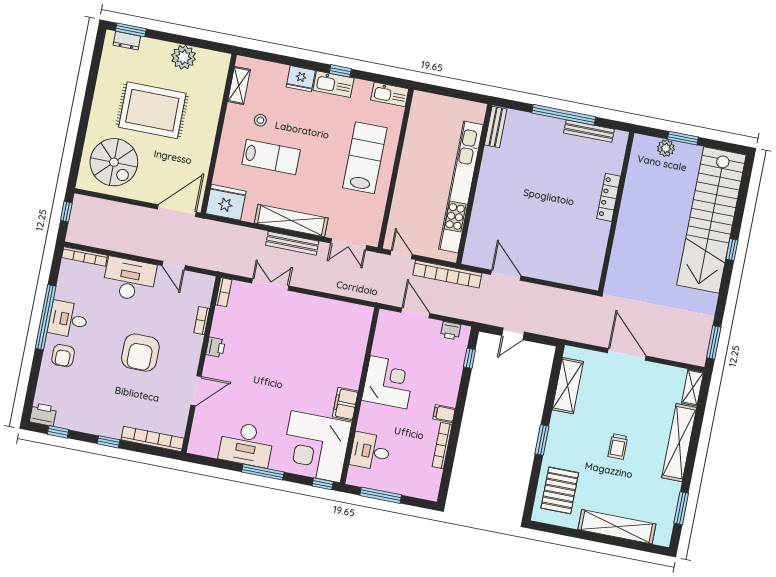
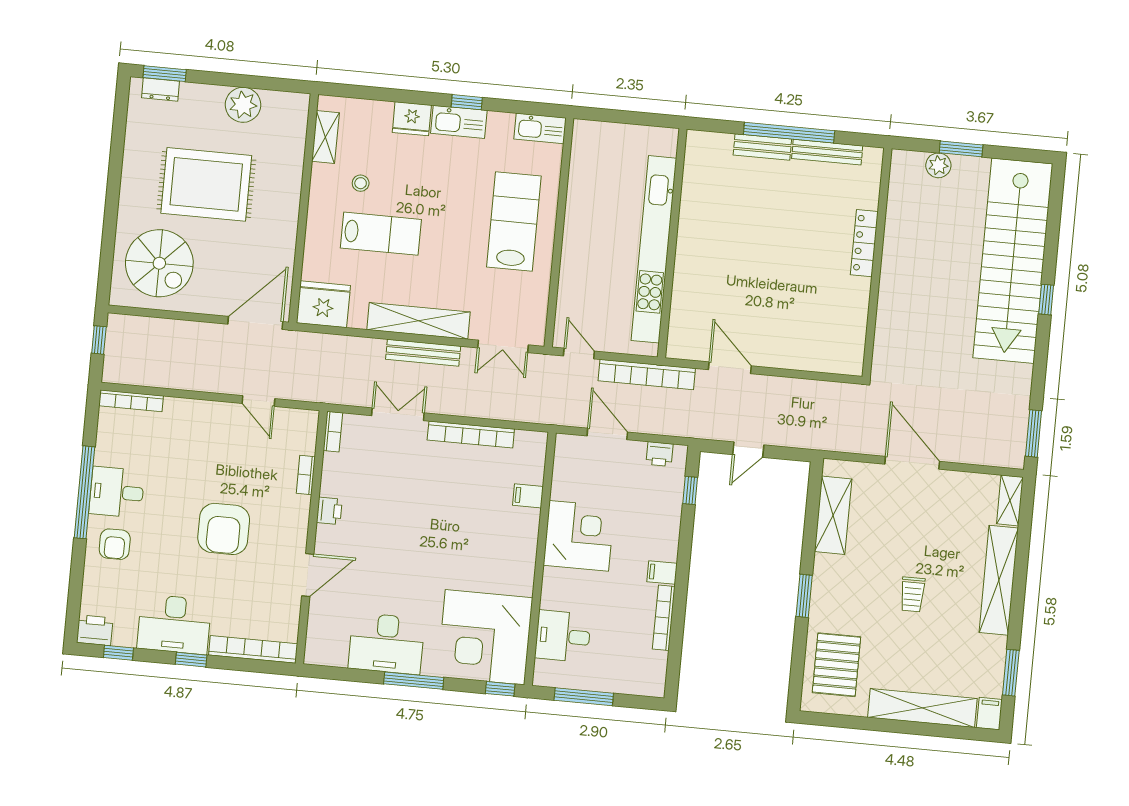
bench: (496, 127) -> (762, 147), moved, turned 90
desk: (129, 279) -> (174, 624), moved, turned 180
bookcase: (320, 304) -> (471, 434), added
filing cabinet: (345, 404) -> (528, 496), moved, width x0.50
filing cabinet: (663, 535) -> (989, 714), added

